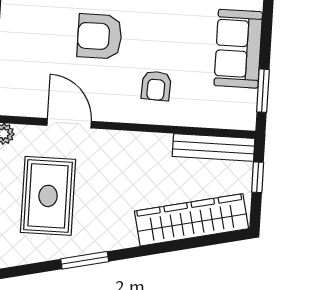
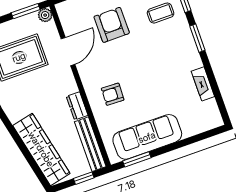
armchair: (100, 36) -> (112, 25), moved
sofa: (238, 49) -> (147, 137), width x1.36
dresser: (151, 143) -> (77, 106), added

